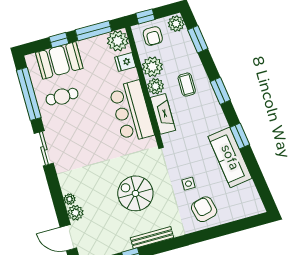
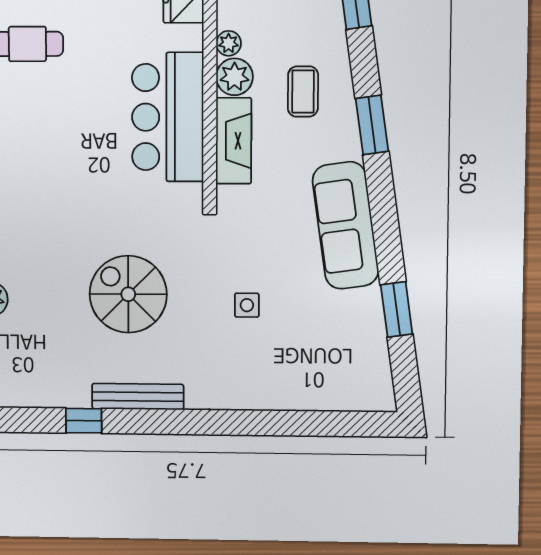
plant: (152, 67) -> (229, 43), width x0.53, depth x0.53
window: (240, 136) -> (397, 309), moved
sofa: (230, 157) -> (346, 225), moved
armchair: (204, 209) -> (265, 368), removed

